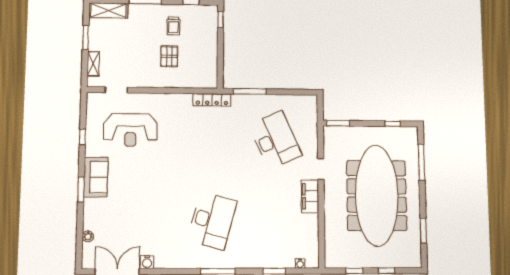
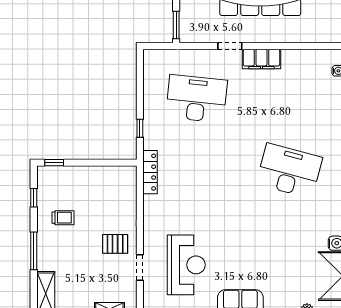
pallet: (169, 56) -> (115, 244), moved
doorway: (116, 90) -> (140, 268), moved
window: (250, 91) -> (140, 128), width x0.46
desk: (275, 140) -> (196, 99), turned 30

